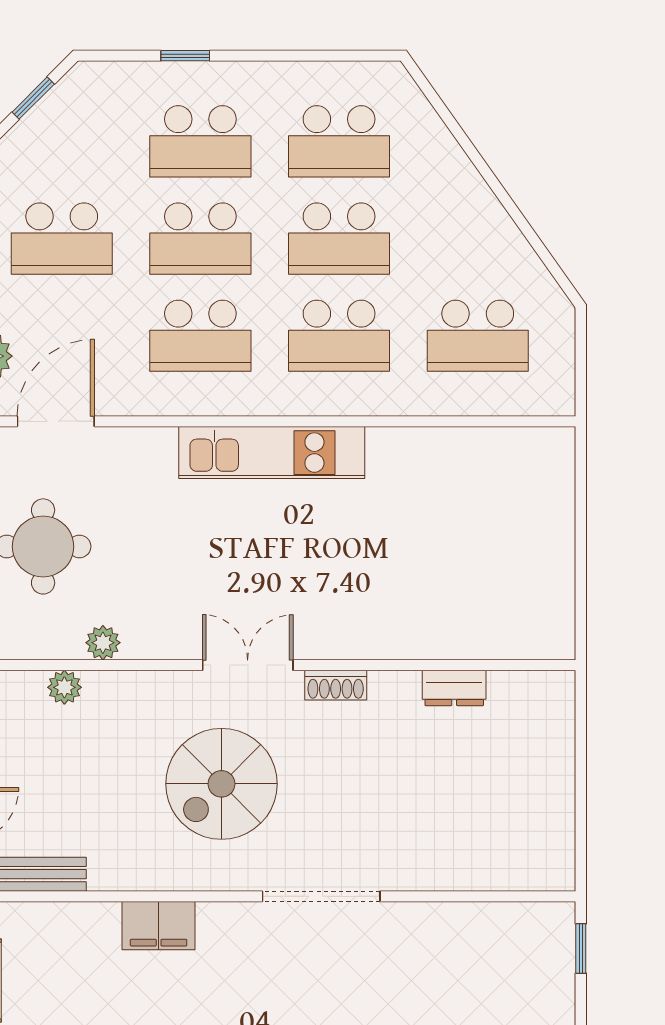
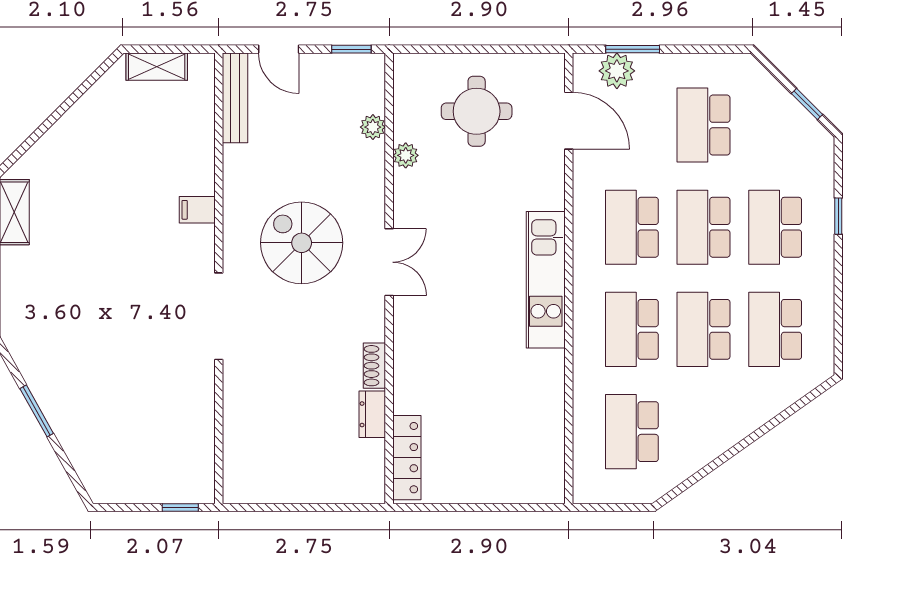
locker: (513, 641) -> (407, 458), added
shoe rack: (336, 685) -> (374, 366), moved
filing cabinet: (159, 926) -> (197, 210), width x0.50

